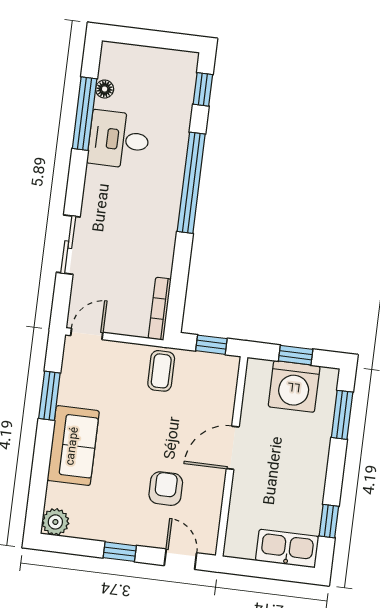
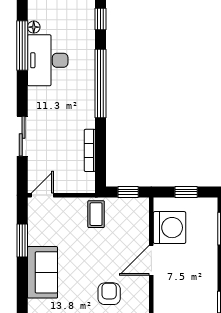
desk: (119, 140) -> (48, 60), width x1.37
bookcase: (160, 309) -> (90, 150), moved
washing machine: (294, 386) -> (170, 228), moved, turned -90

